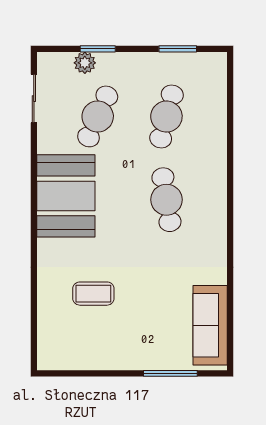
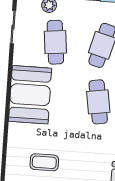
cafe table: (98, 116) -> (55, 42), turned -30

